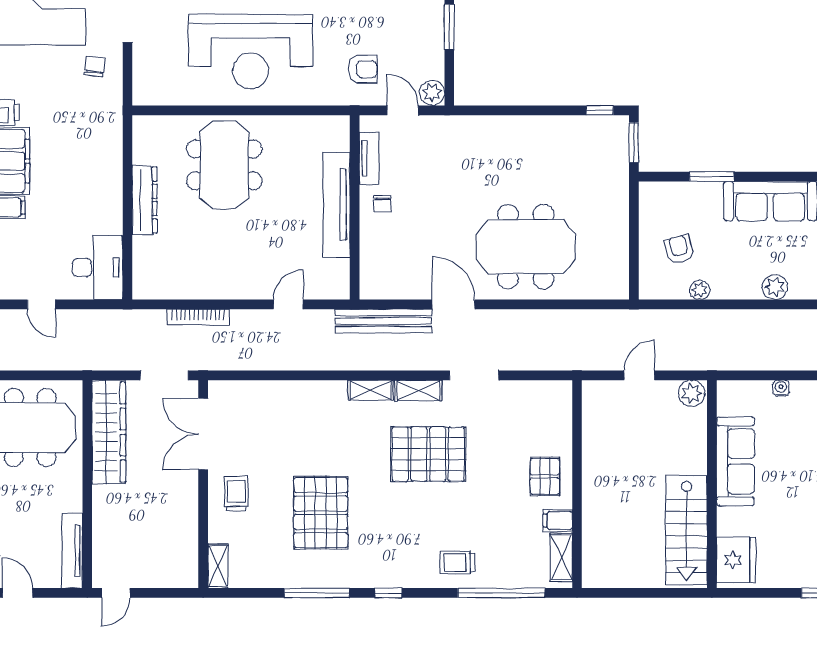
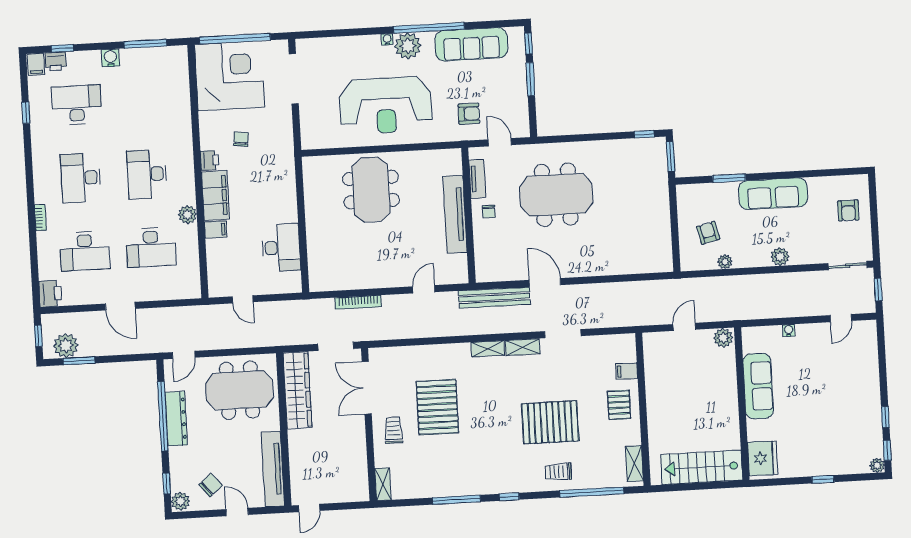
chair: (95, 66) -> (241, 139), moved
plant: (432, 93) -> (521, 128), removed
dresser: (145, 200) -> (314, 219), removed
meeting table: (526, 247) -> (556, 195), moved
desk: (98, 268) -> (281, 248), moved
pallet: (428, 454) -> (550, 422), moved
pallet: (321, 513) -> (437, 407), moved
filing cabinet: (558, 520) -> (627, 371), moved
stairs: (686, 530) -> (702, 467), moved, turned 90
tv unit: (72, 551) -> (273, 469), width x1.36, depth x1.29

